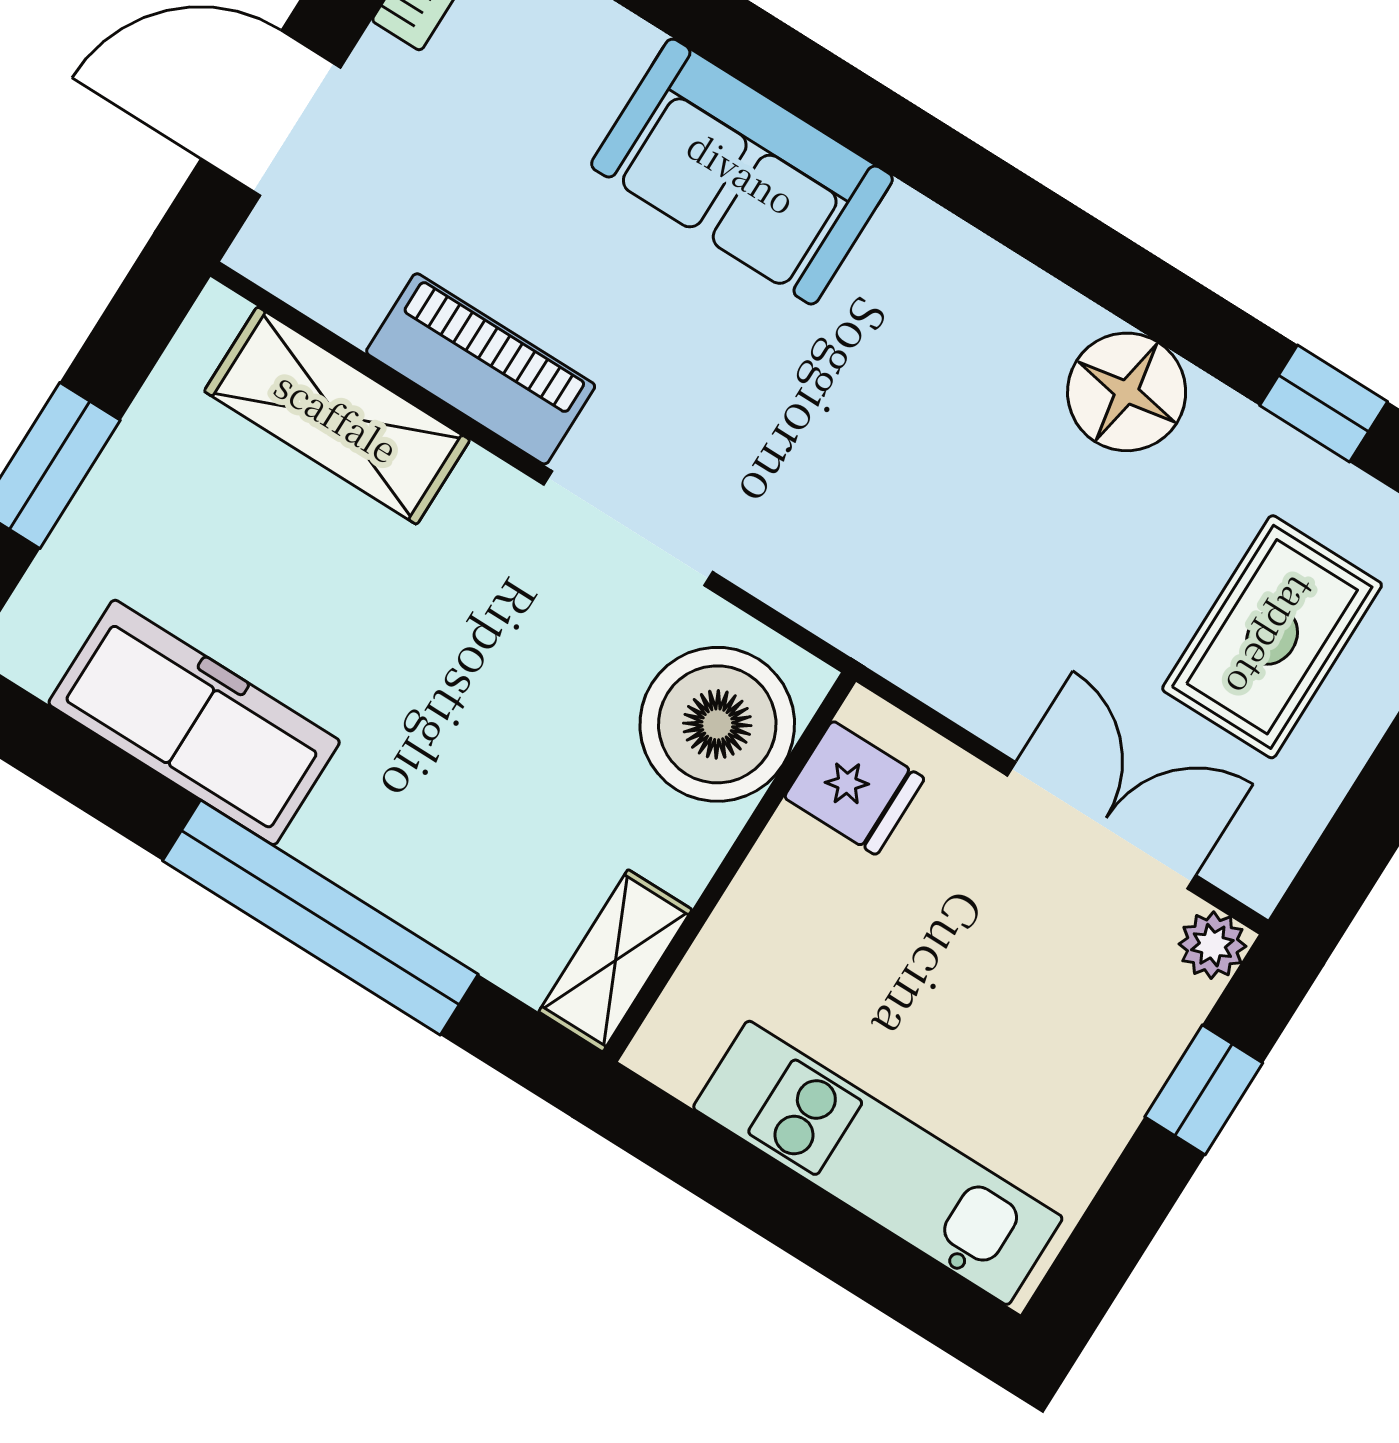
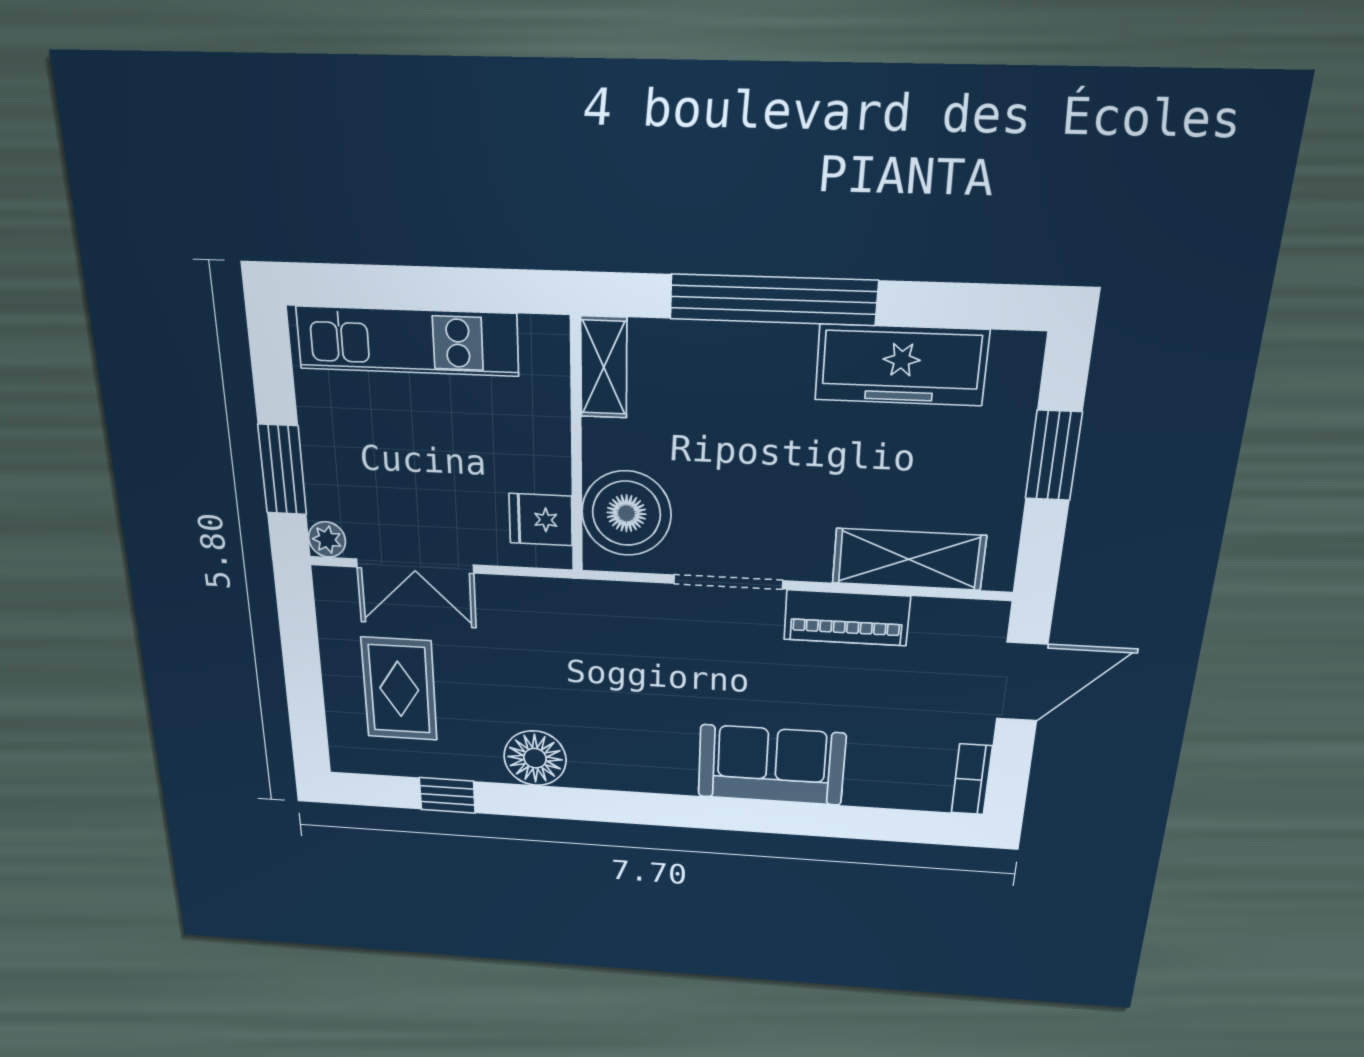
window: (1204, 1090) -> (282, 470), width x1.50

